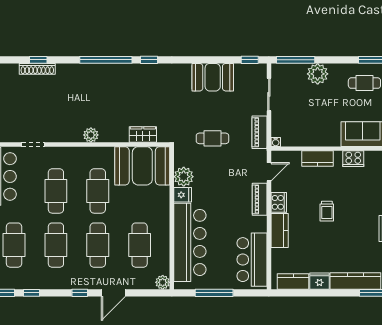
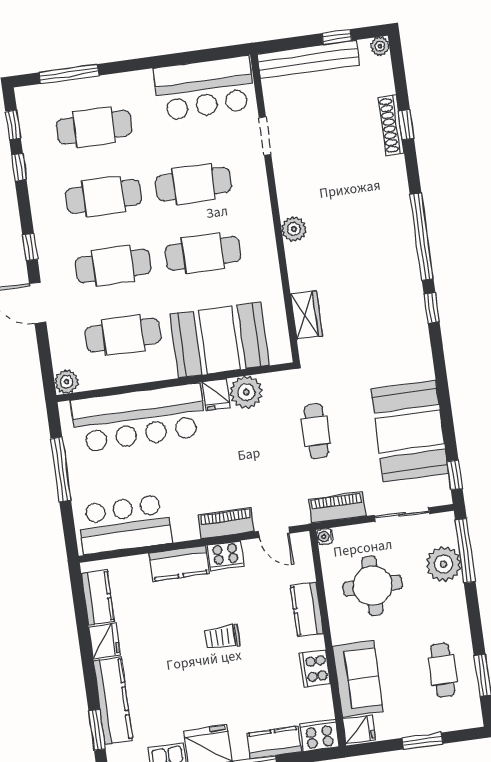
plant: (318, 74) -> (444, 564), moved
booth: (213, 77) -> (410, 431), width x1.36, depth x1.42
round table: (309, 118) -> (372, 586), added
booth: (142, 166) -> (220, 340), moved, turned 90

